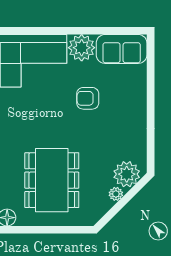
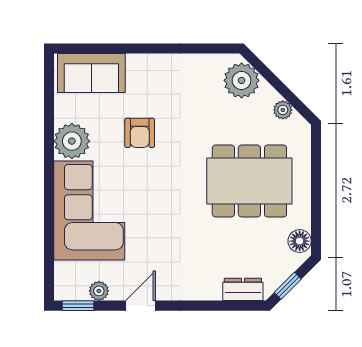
sofa: (122, 49) -> (91, 73), moved, turned 90
plant: (116, 194) -> (283, 110), moved

